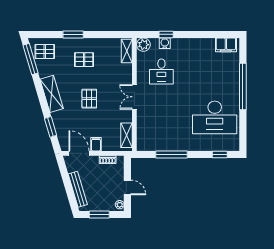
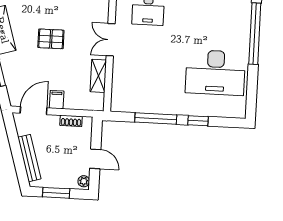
pallet: (89, 99) -> (51, 39), turned 90
shelving: (127, 135) -> (98, 76), moved
door: (79, 153) -> (34, 111), hinge flipped
window: (220, 154) -> (198, 121), moved

